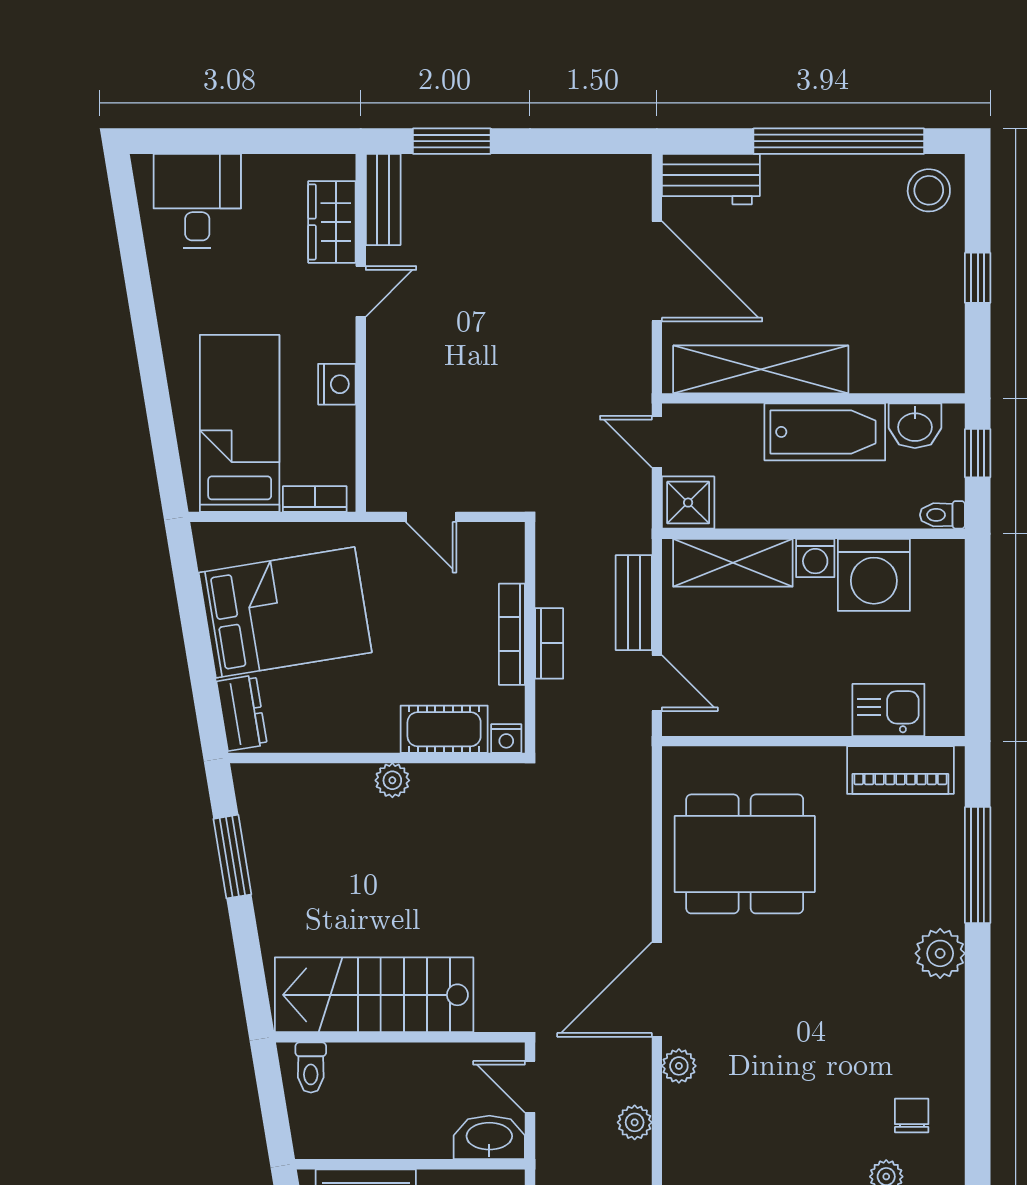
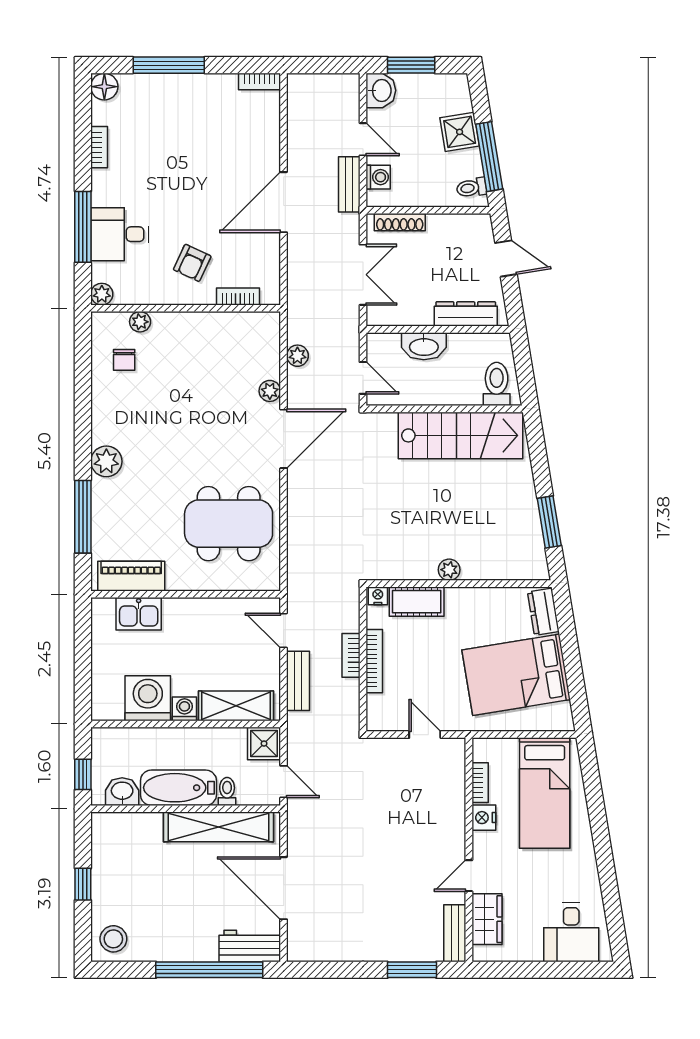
window: (839, 141) -> (209, 970), moved
bookcase: (315, 499) -> (480, 783), moved, turned -90
toilet: (942, 515) -> (227, 791), moved, turned -90
toilet: (311, 1067) -> (497, 384), width x1.37, depth x1.39
washbasin: (489, 1137) -> (424, 346), moved

